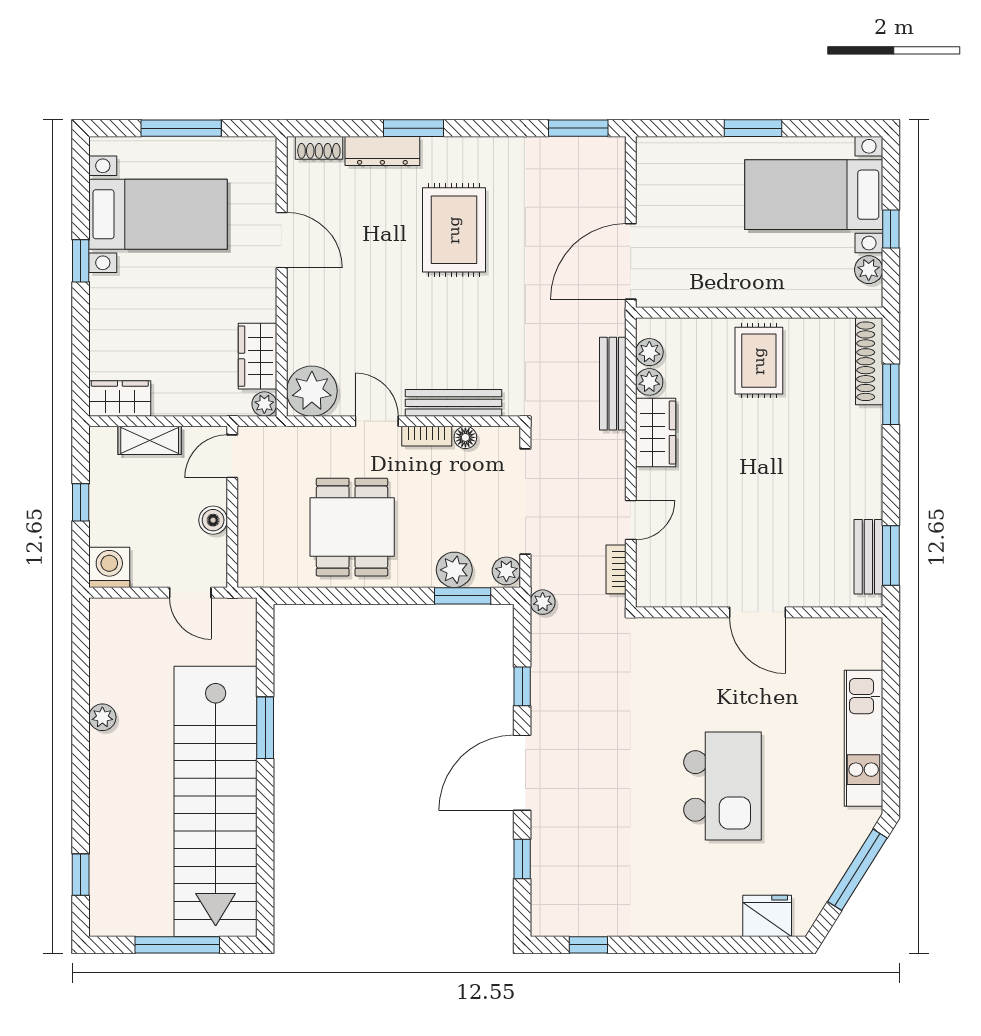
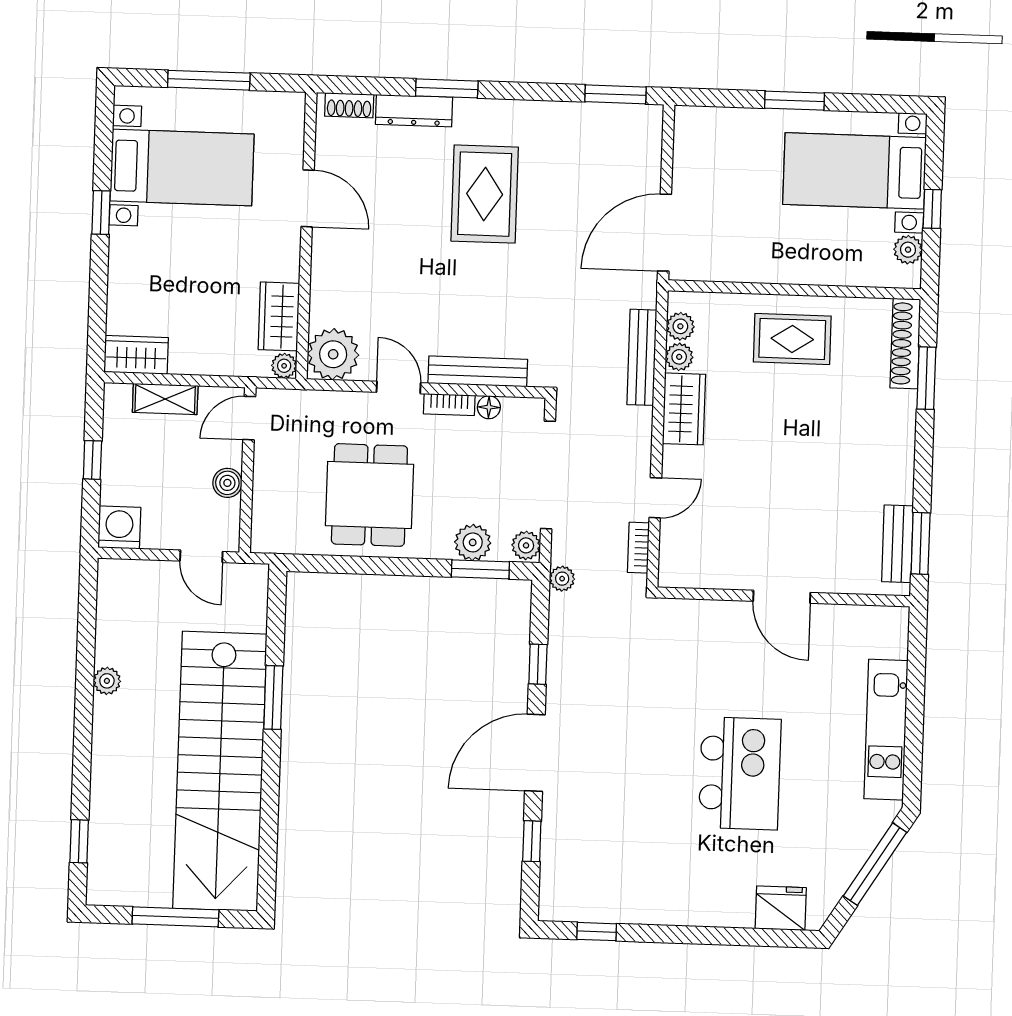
rug: (759, 361) -> (792, 339), turned 90

